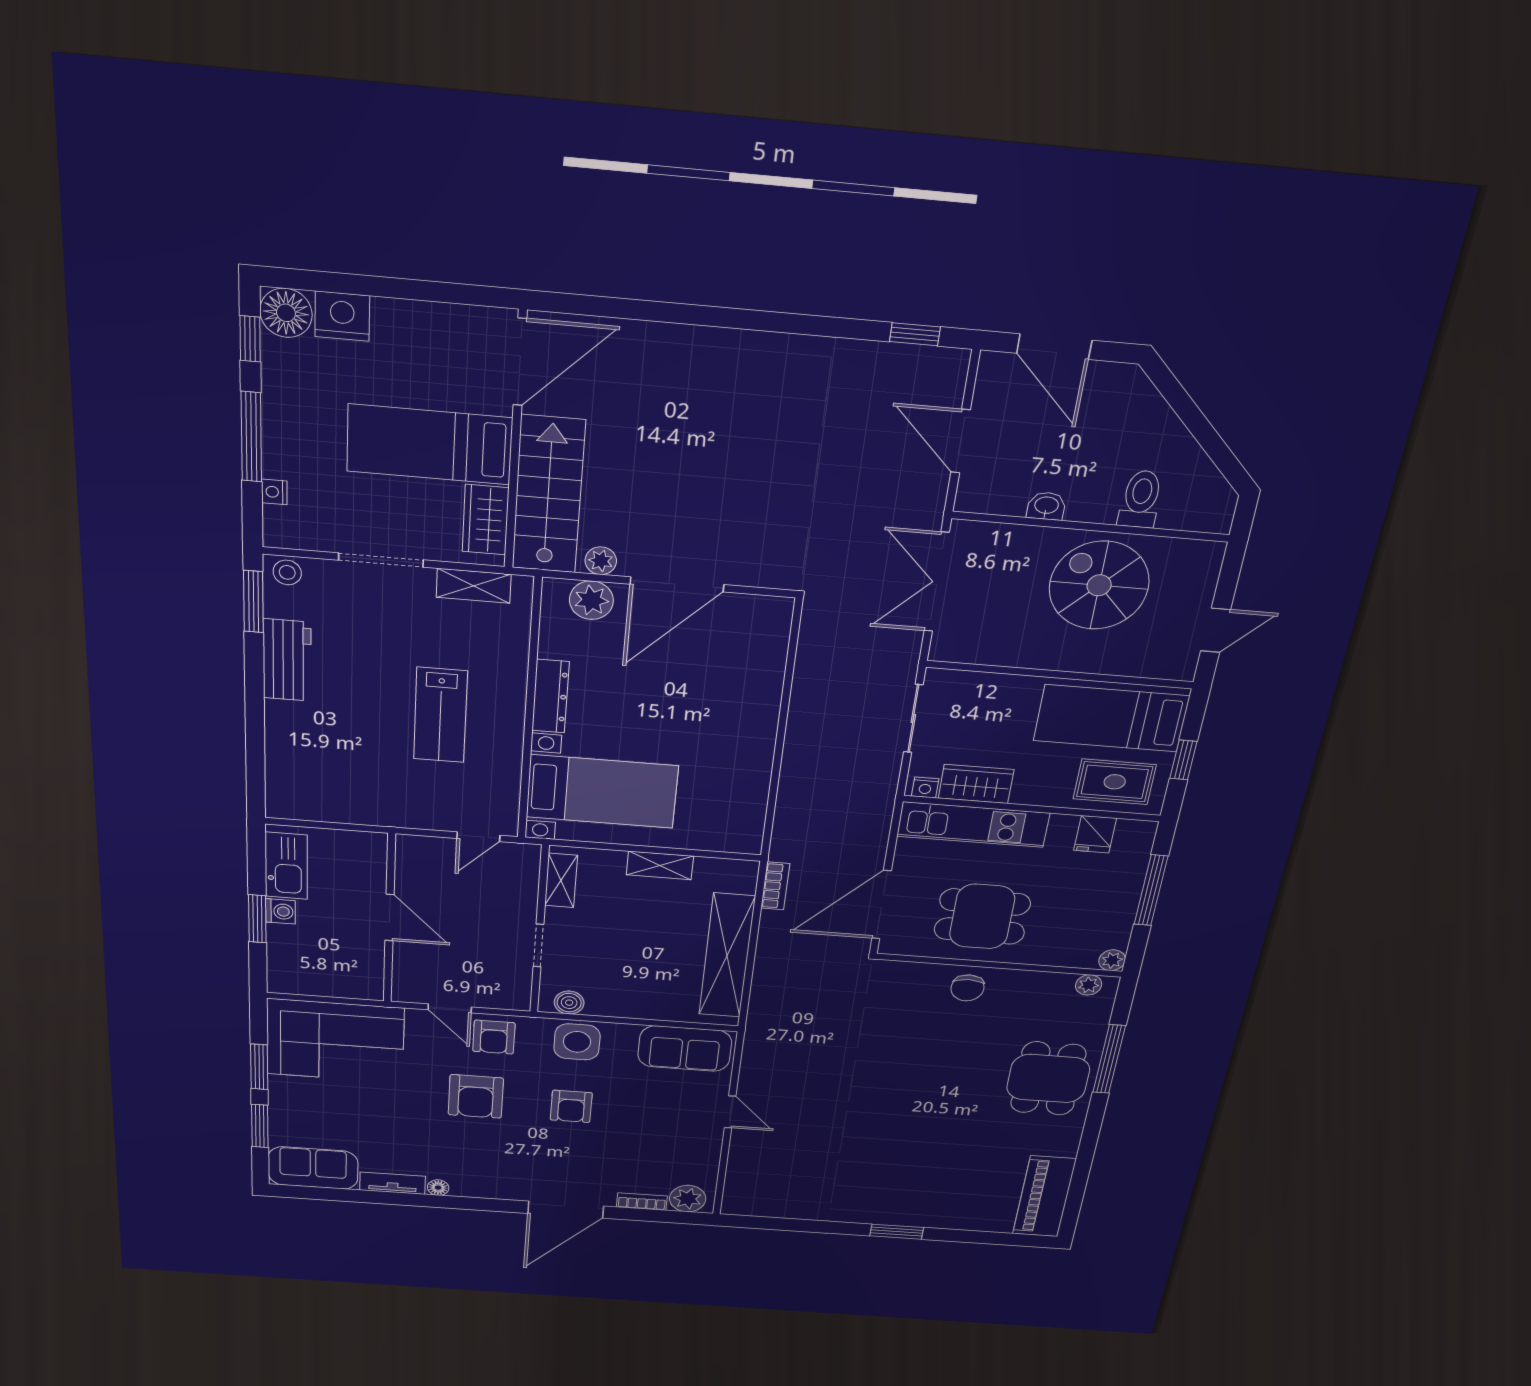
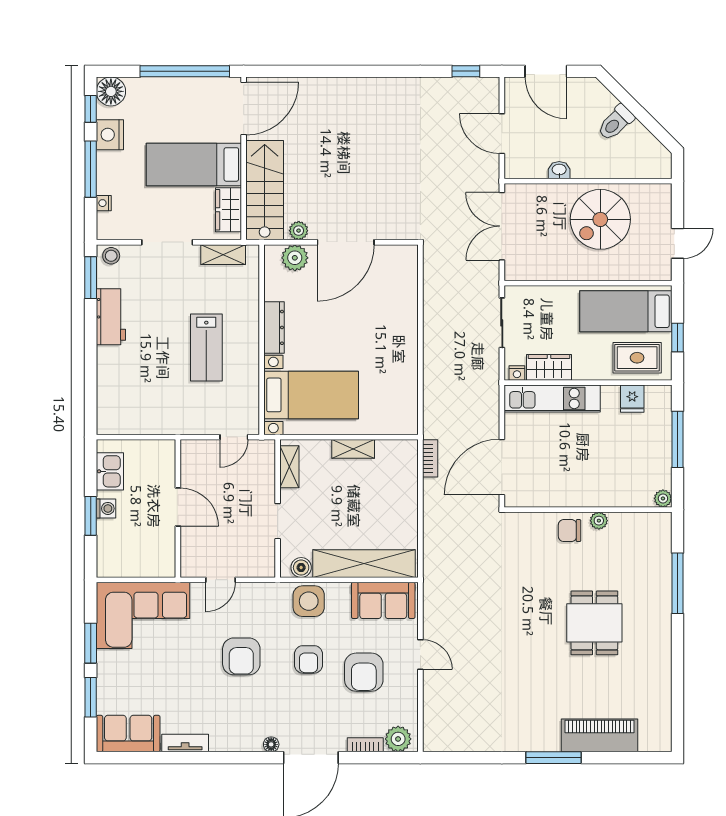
window: (418, 290) -> (185, 71), added
nightstand: (342, 316) -> (110, 135), moved, turned -90
toilet: (1141, 499) -> (616, 123), moved, turned -135
spiral stairs: (1099, 585) -> (600, 219), turned -90
kitchen sink: (286, 866) -> (110, 471), width x0.73
dining table: (982, 917) -> (570, 471), removed
shelving: (727, 956) -> (364, 564), moved, turned 90
plant: (1089, 985) -> (599, 521), moved
chair: (968, 988) -> (570, 531), turned 90
door: (450, 1008) -> (220, 580), hinge flipped
armchair: (494, 1037) -> (364, 672), moved, width x1.38, depth x1.38
dining table: (1048, 1079) -> (594, 623), moved
floor lamp: (438, 1188) -> (271, 744), moved
piano: (1044, 1197) -> (600, 735), moved, turned 90
window: (897, 1232) -> (554, 758), width x1.44

